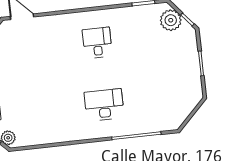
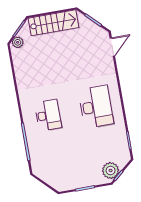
plant: (171, 20) -> (111, 171), moved
desk: (97, 43) -> (96, 107), width x1.87, depth x1.30

